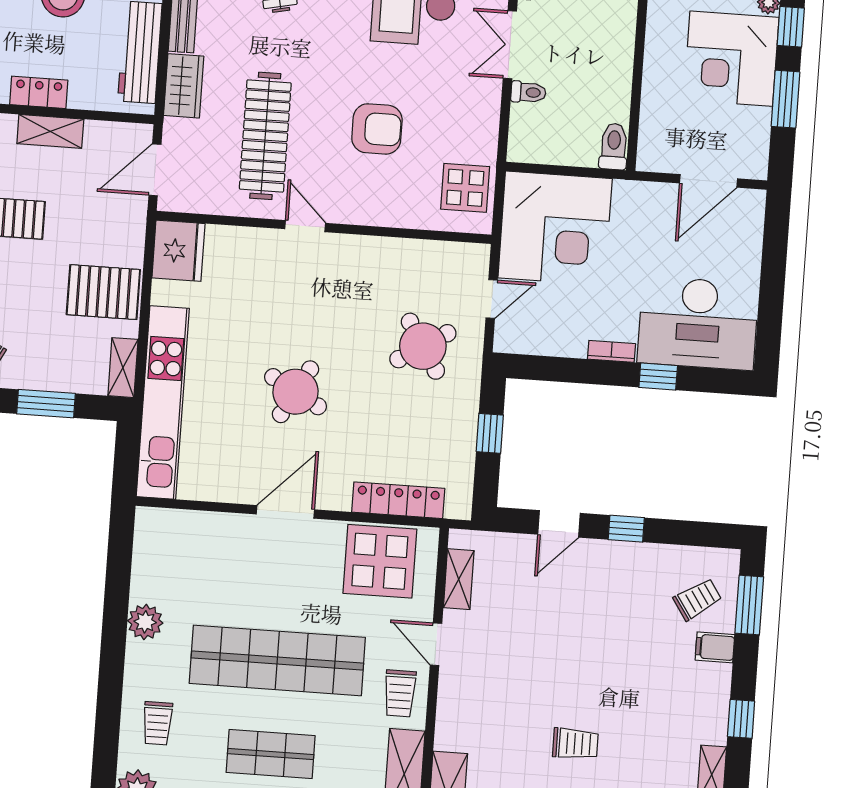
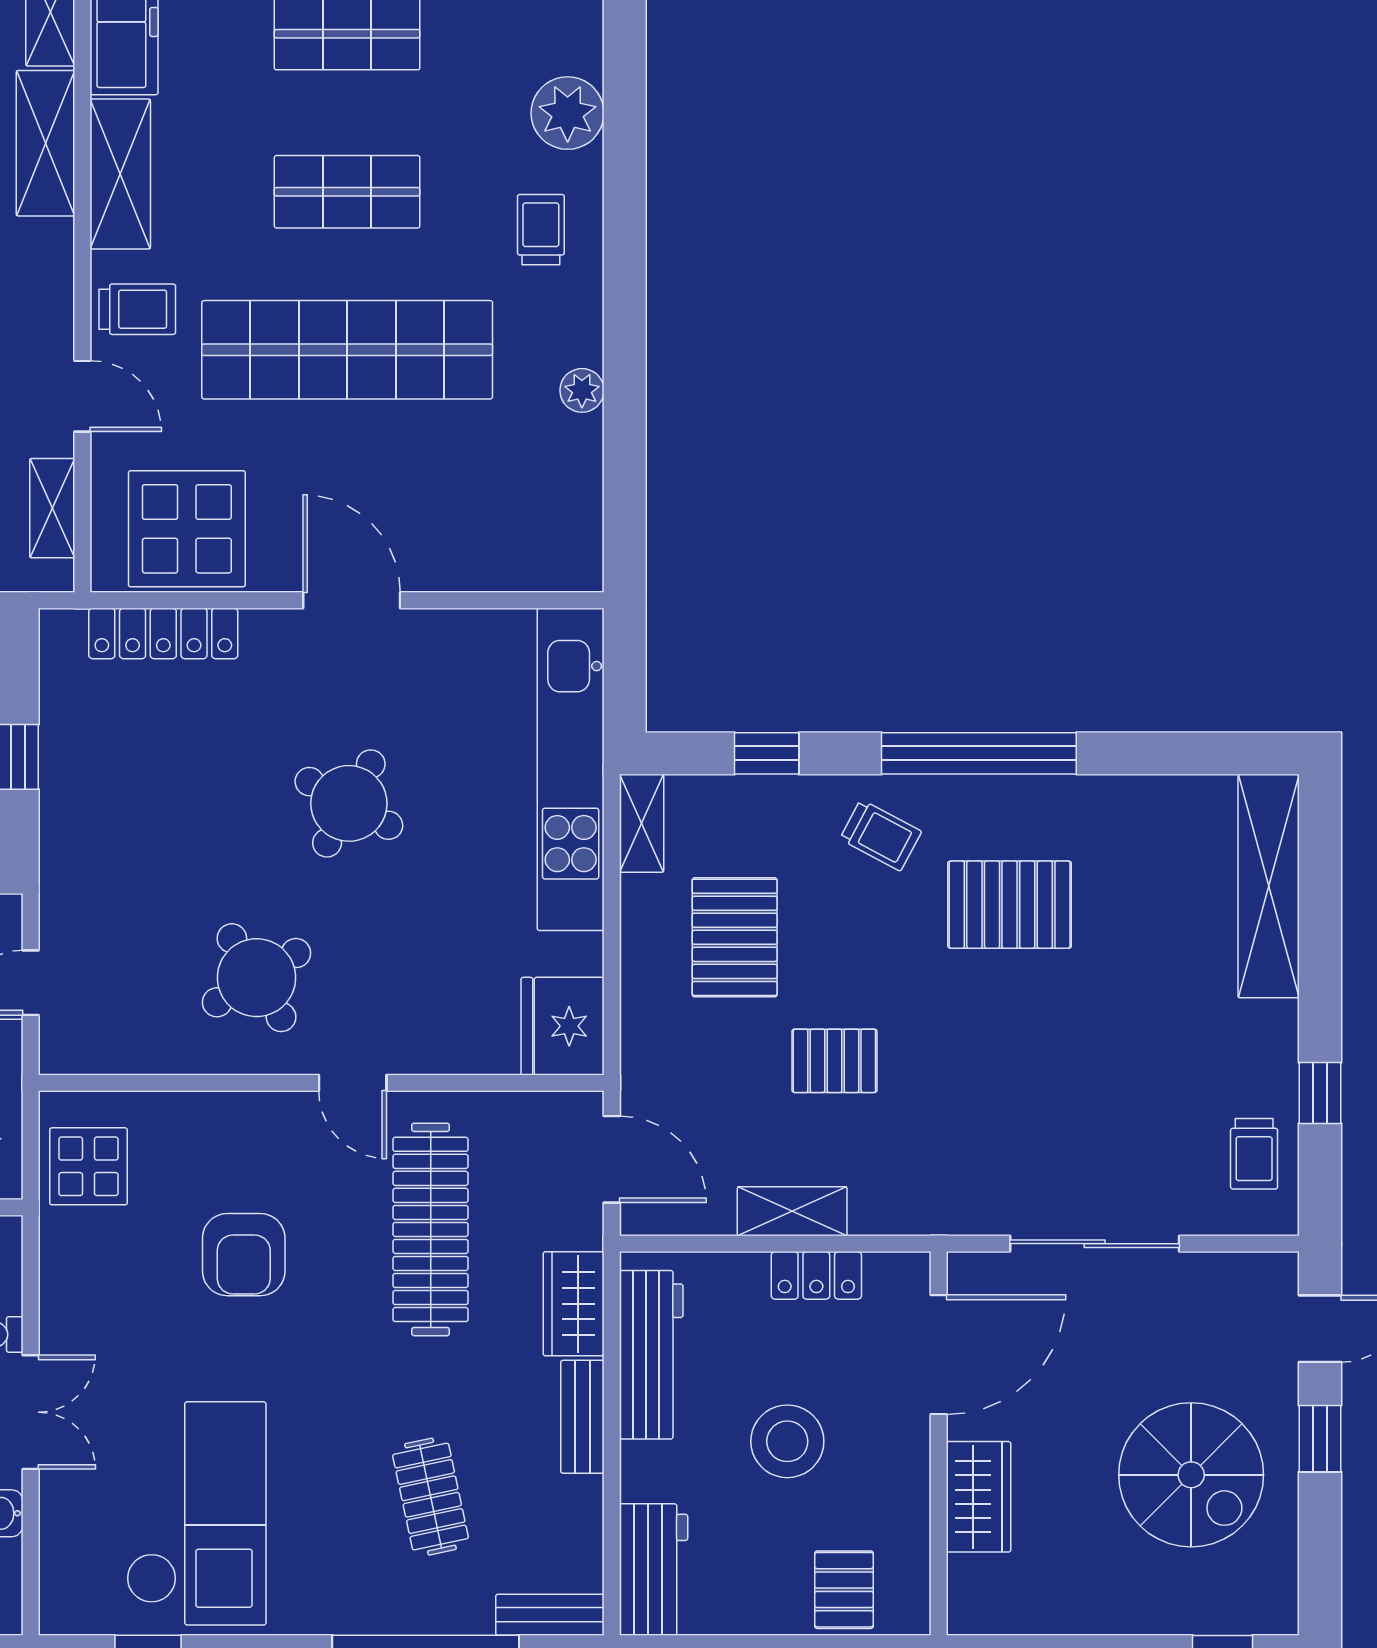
armchair: (377, 129) -> (244, 1255), turned -90
door: (155, 170) -> (612, 1159), hinge flipped
pallet: (103, 292) -> (735, 937), moved, turned 90
round table: (423, 346) -> (256, 978), moved
window: (46, 404) -> (767, 753), width x0.67
door: (285, 512) -> (352, 600), swing flipped
plant: (145, 622) -> (582, 390), width x0.73, depth x0.73
trolley: (400, 693) -> (137, 309), turned 90

